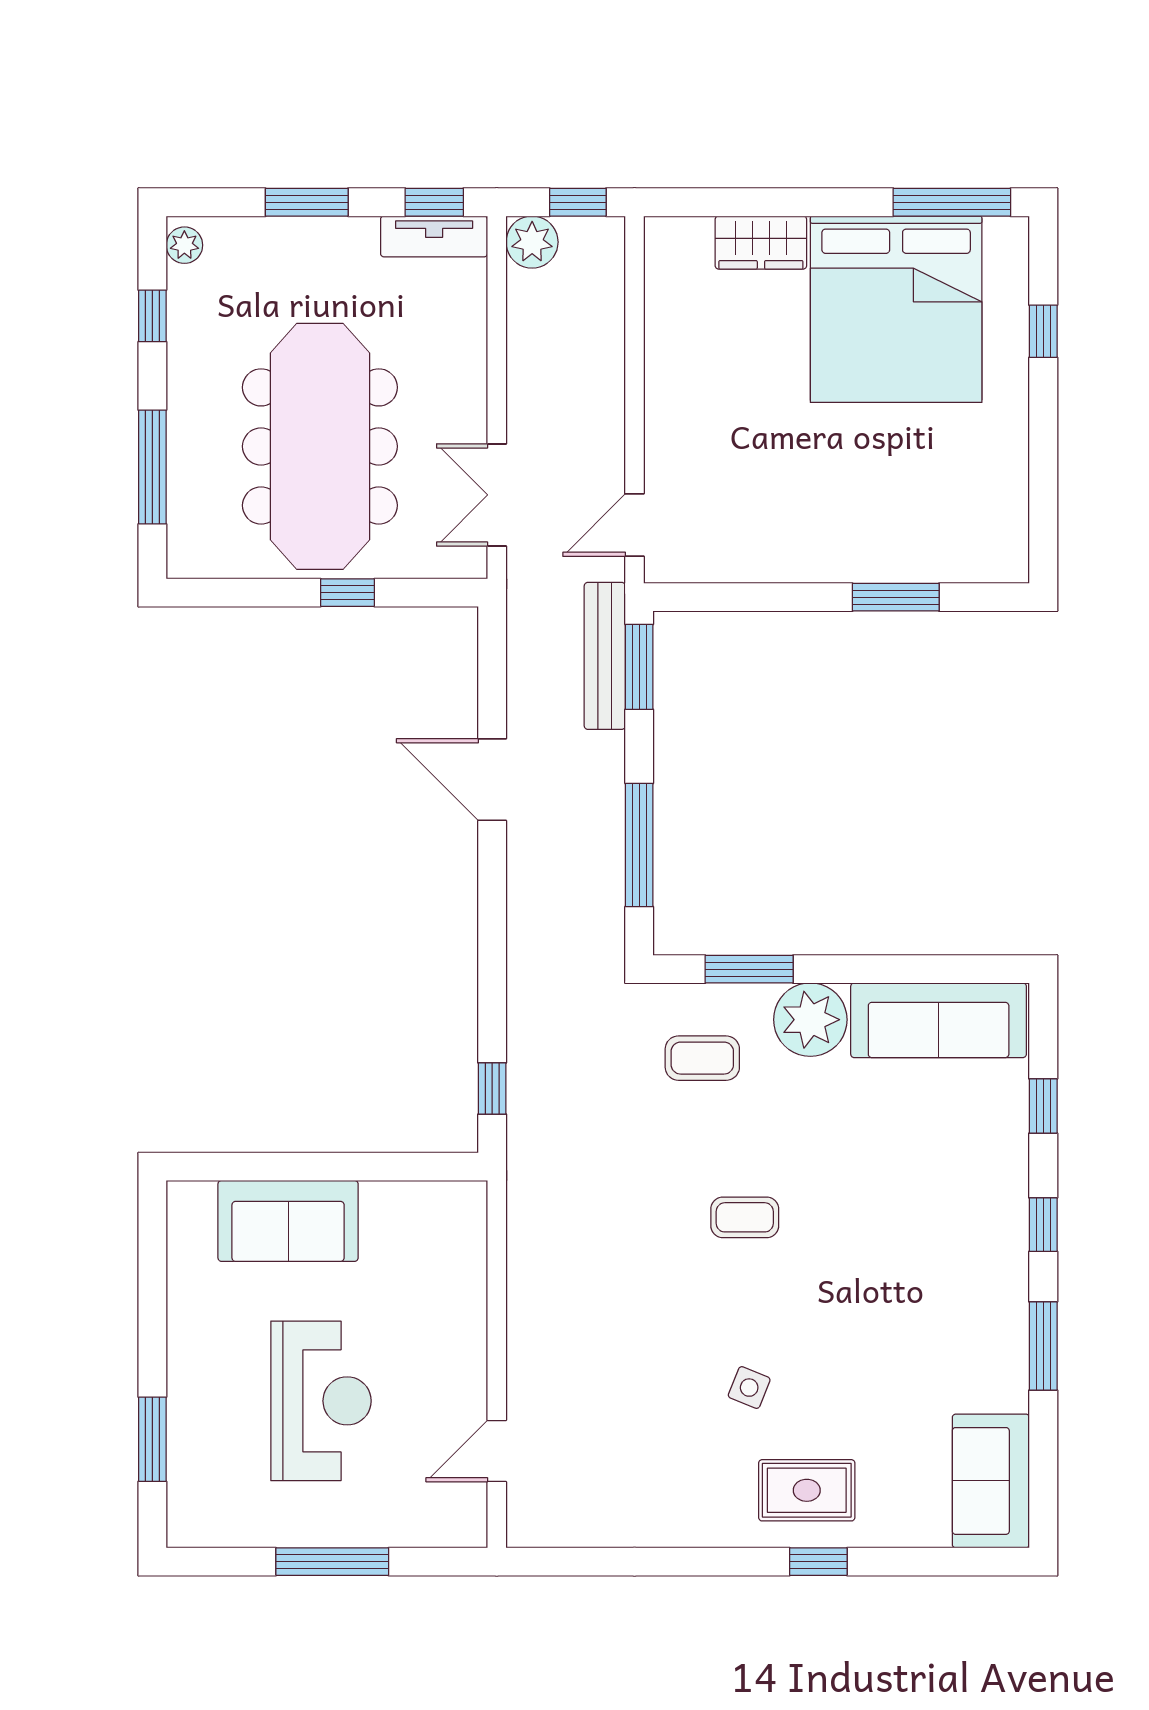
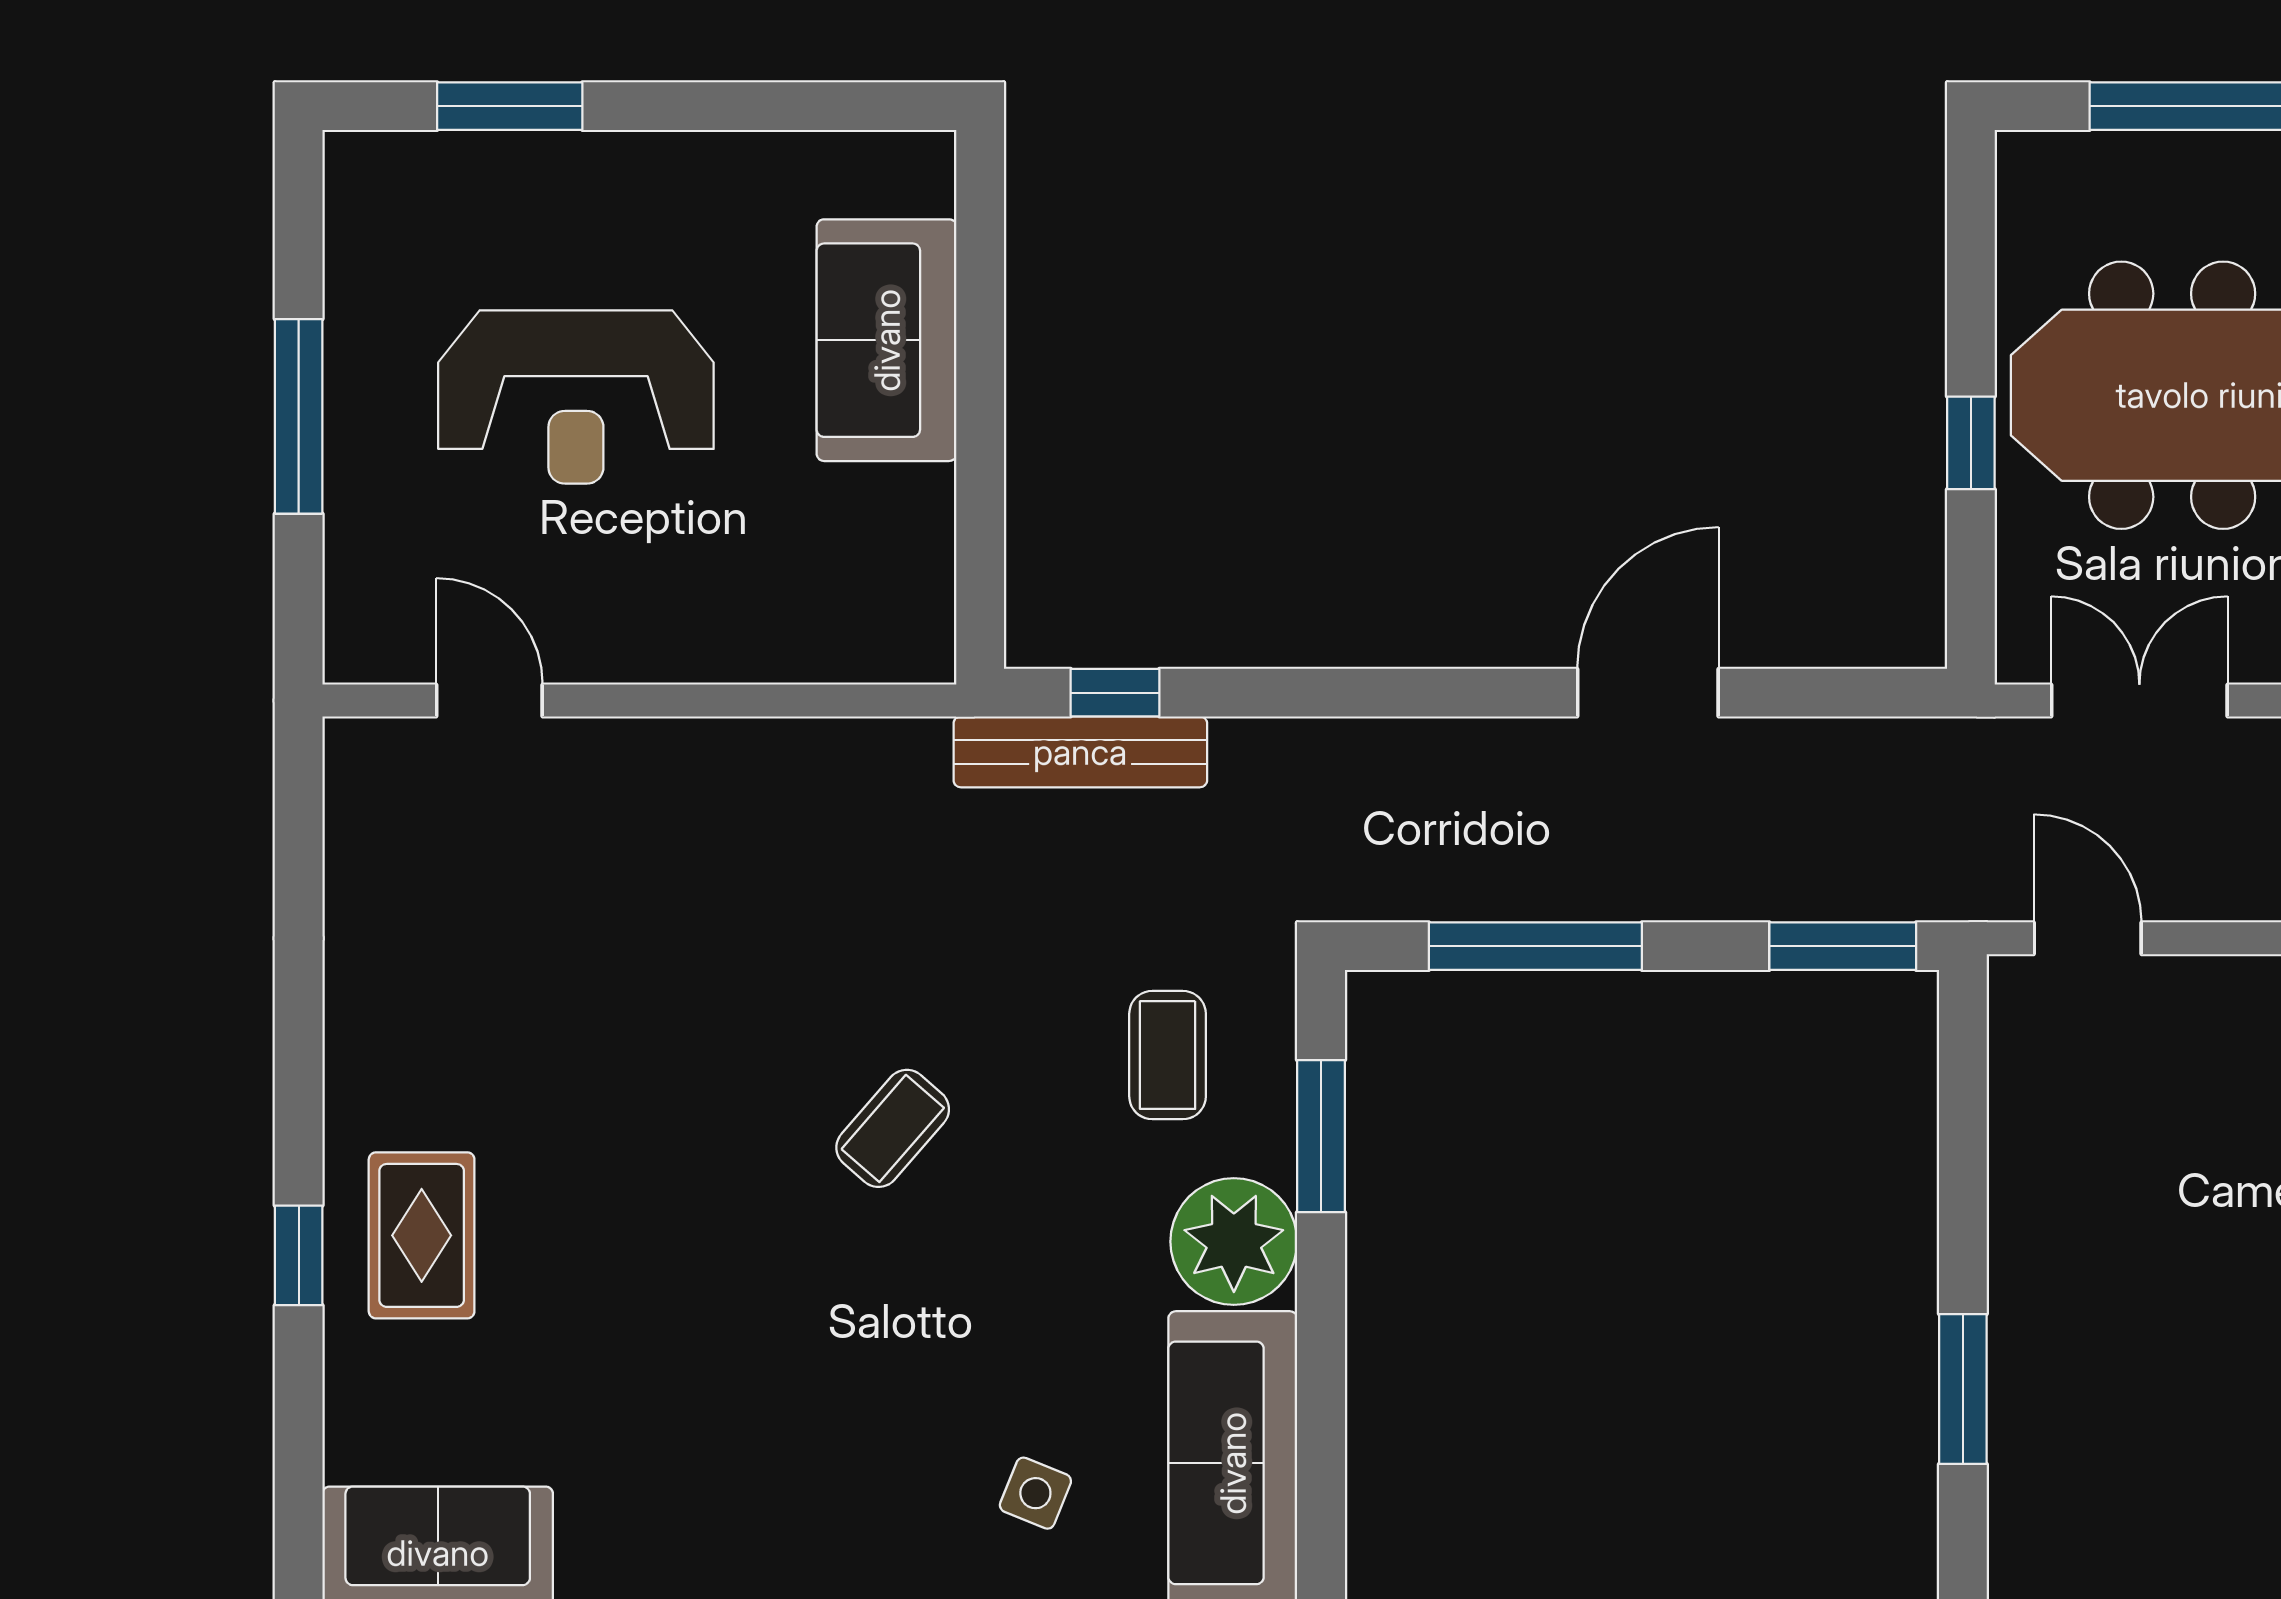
bench: (605, 656) -> (1080, 752), moved
coffee table: (745, 1217) -> (893, 1128), turned 41
side table: (749, 1388) -> (1035, 1493), moved

